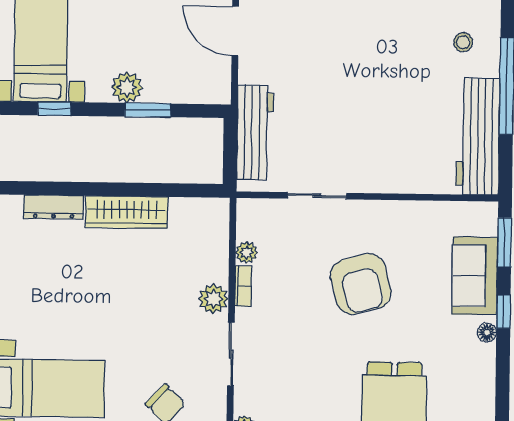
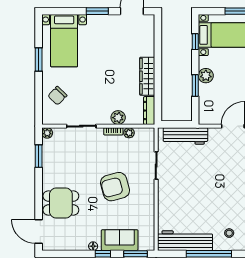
dresser: (54, 207) -> (149, 111), moved
plant: (213, 299) -> (118, 118), moved

